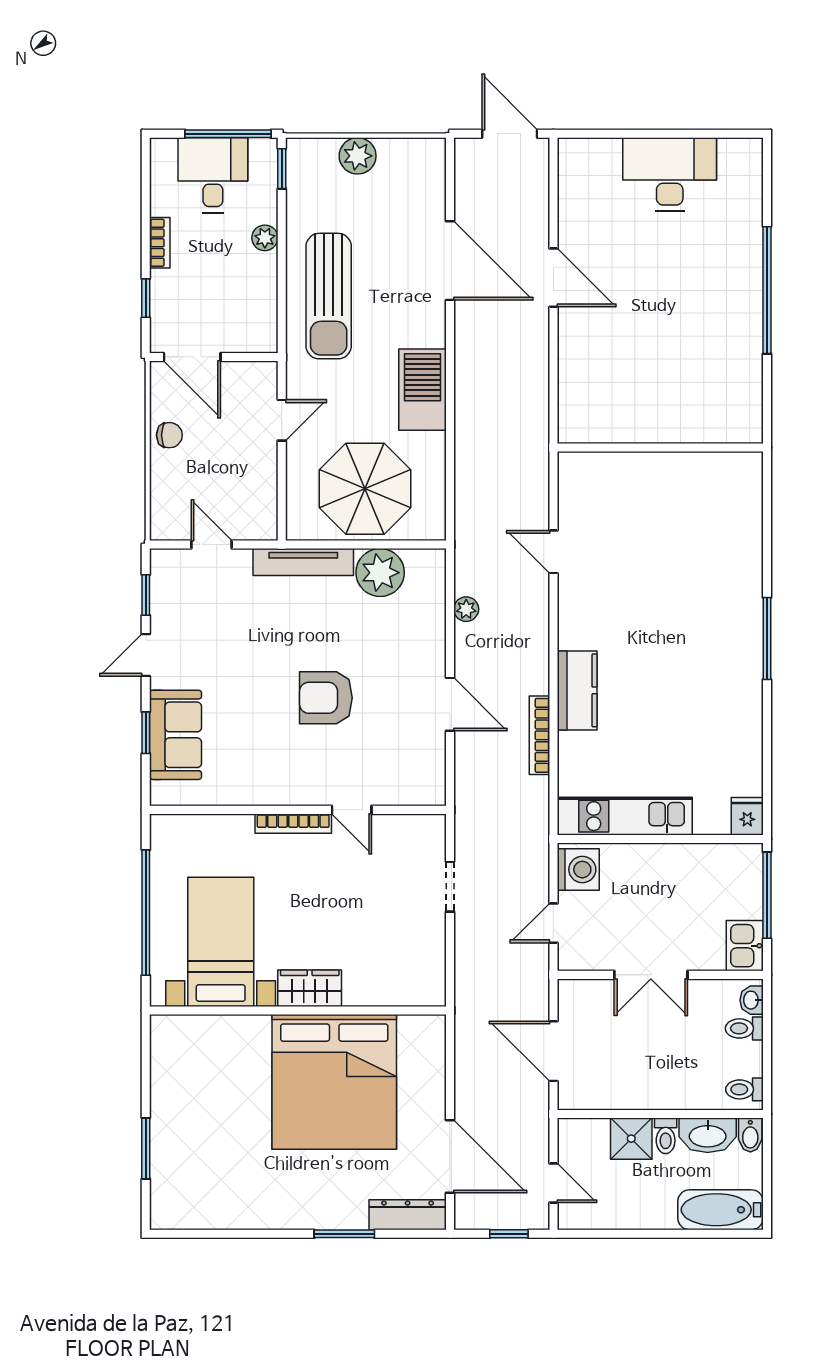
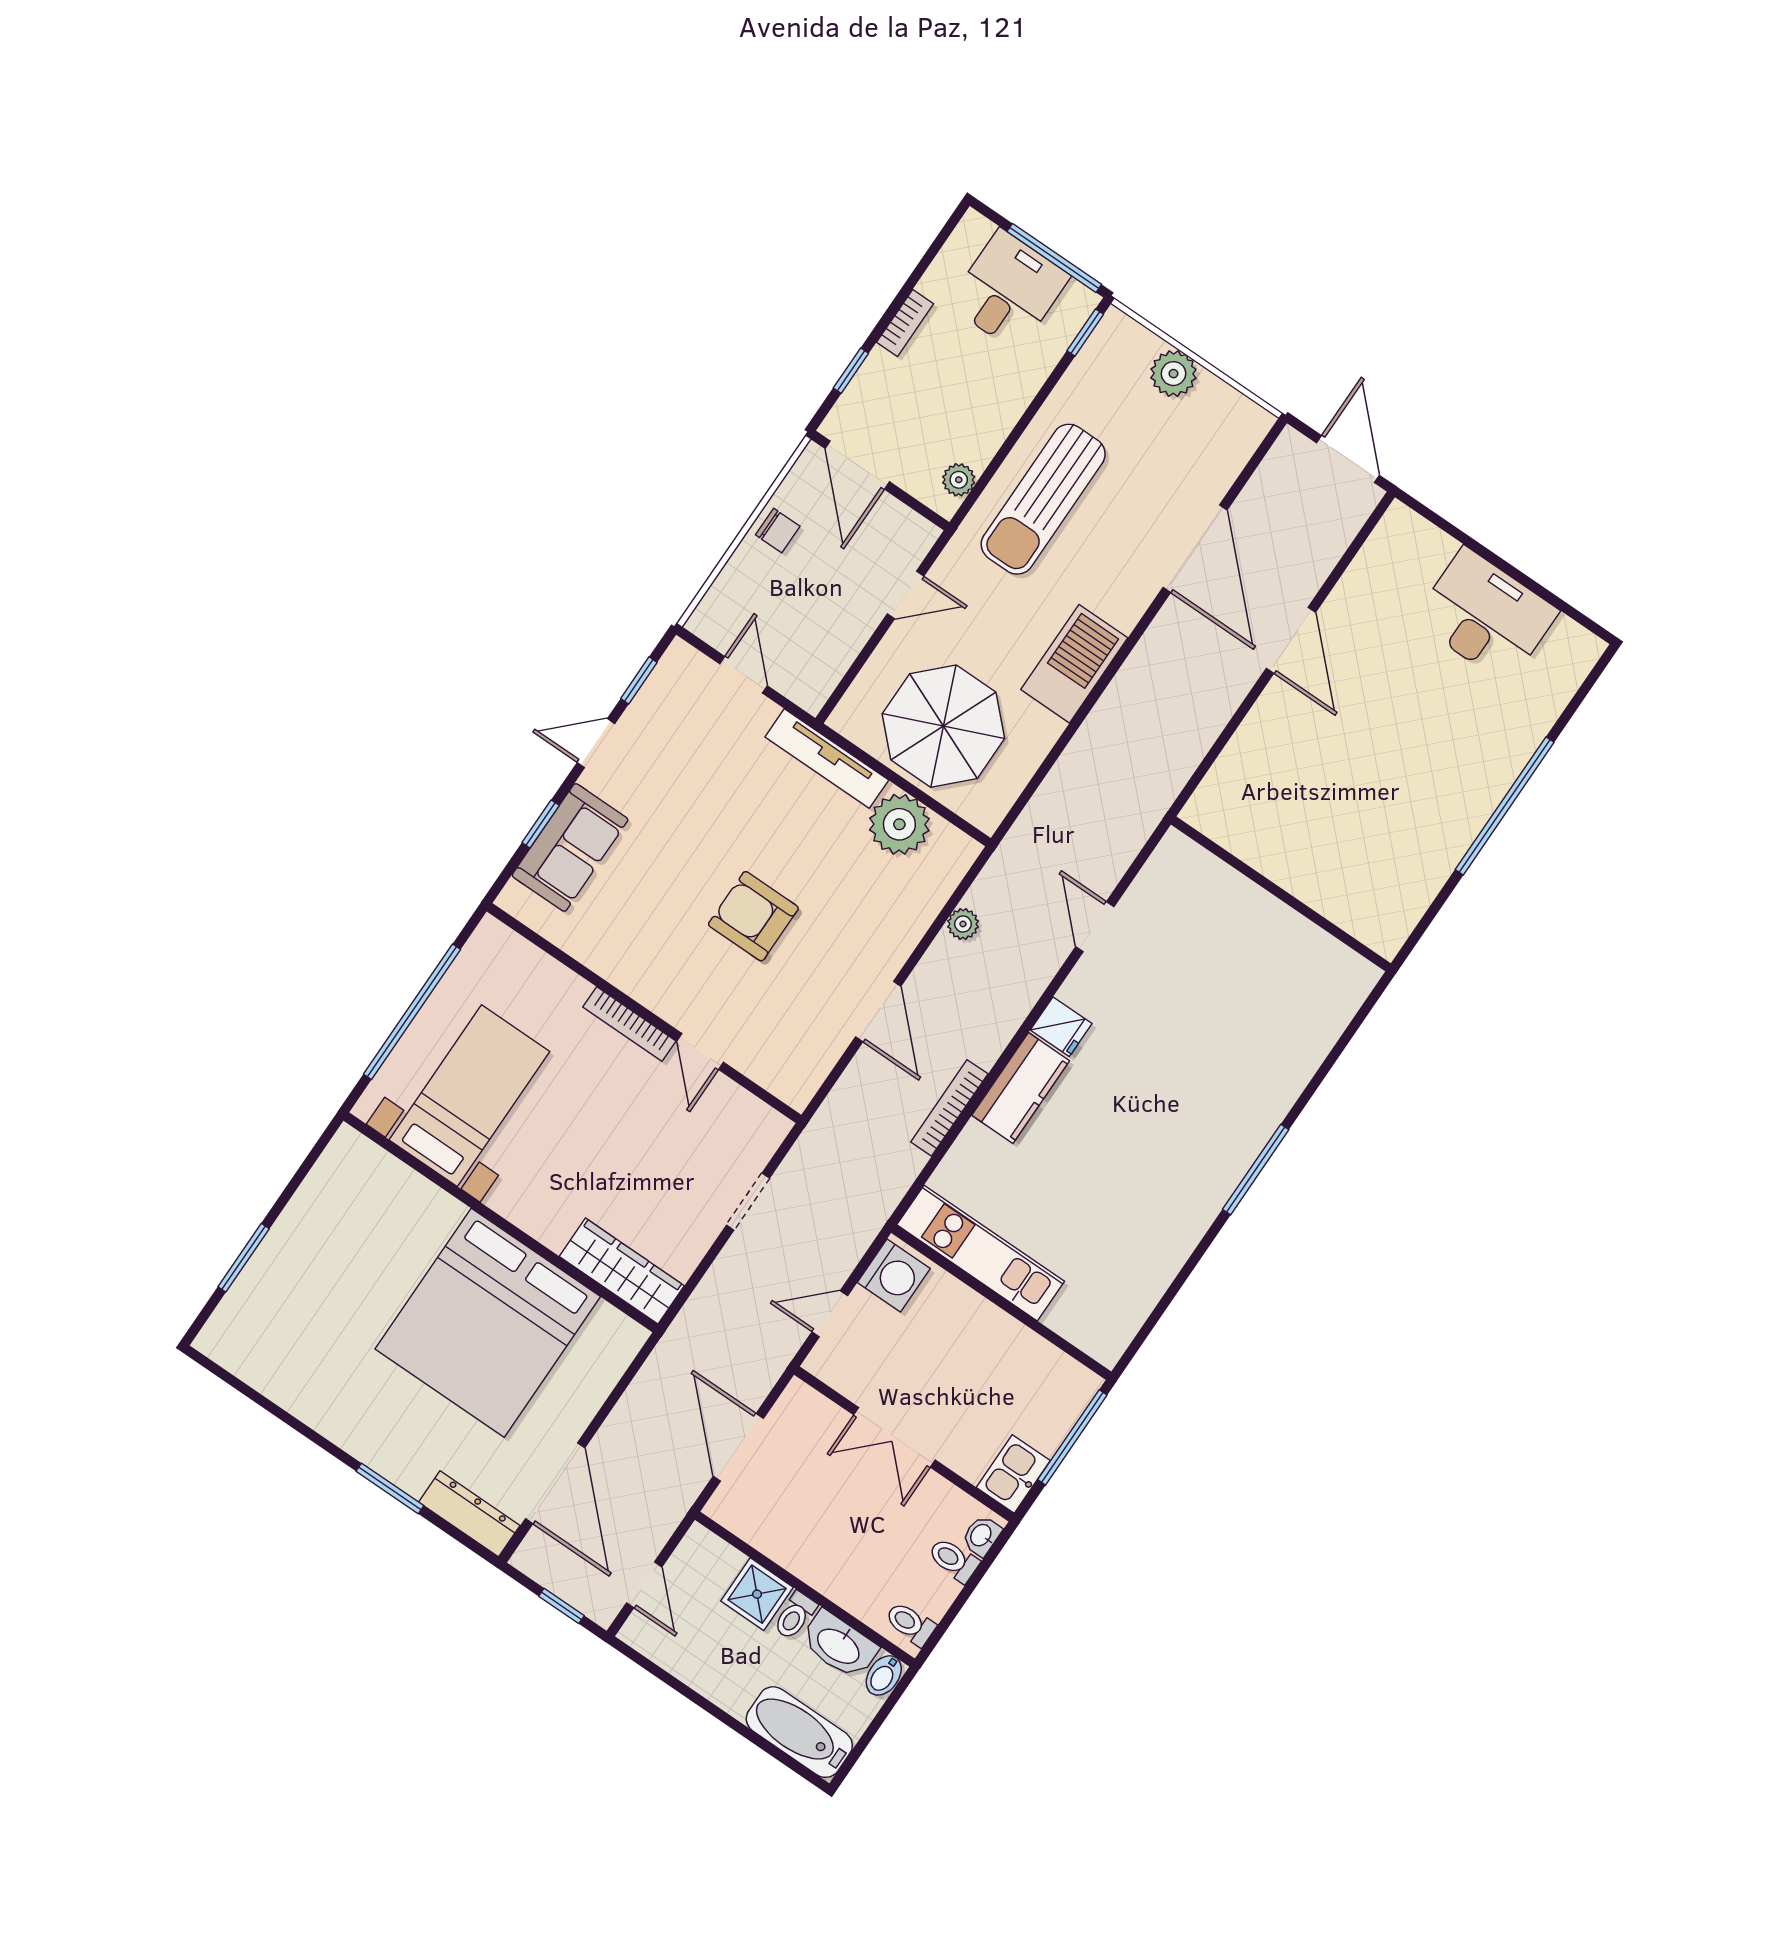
plant: (265, 238) -> (959, 480), moved
fridge: (747, 816) -> (1061, 1027), moved, turned 90
wardrobe: (310, 988) -> (622, 1271), moved, width x1.50

